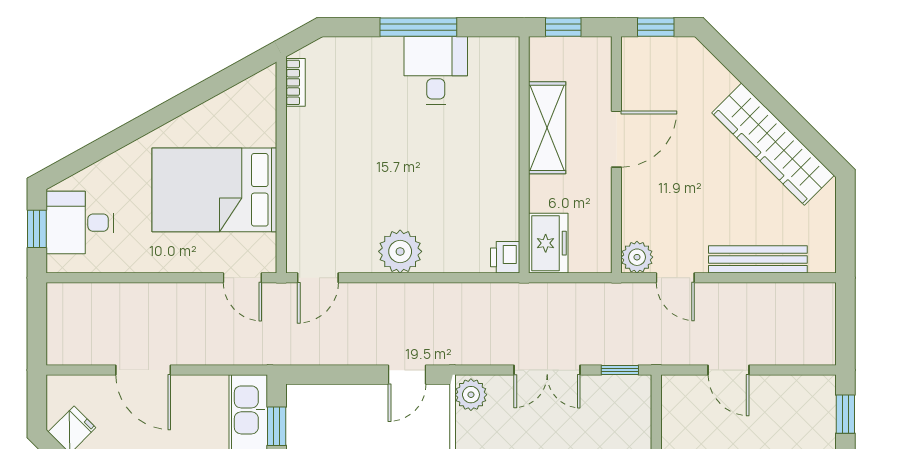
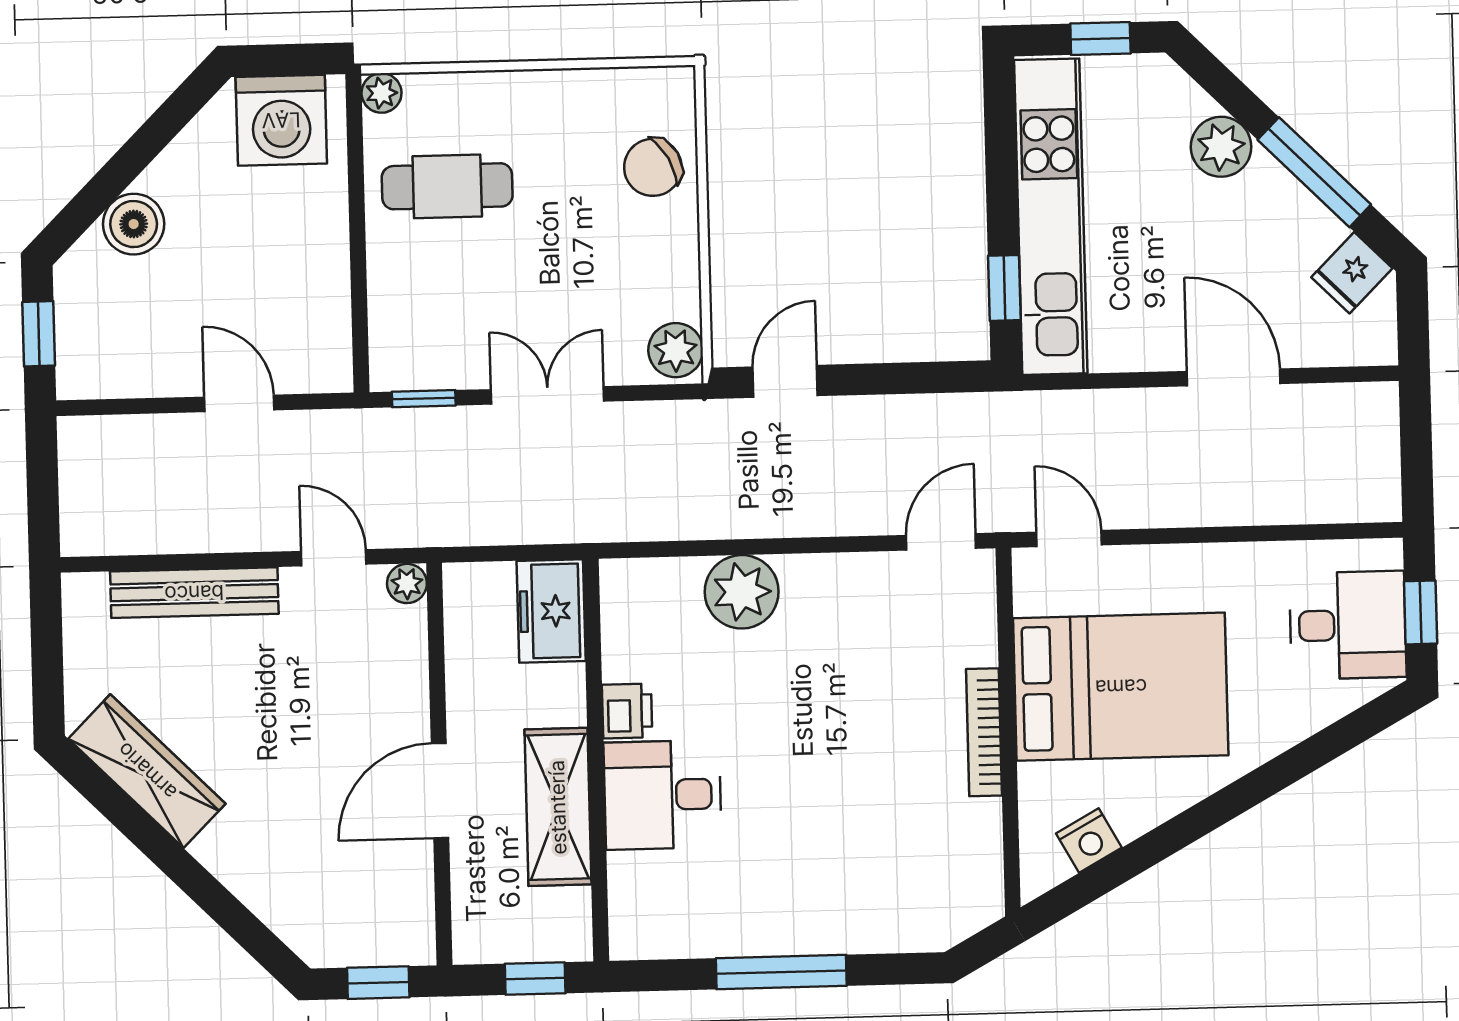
desk: (436, 70) -> (663, 795), moved, turned 90
bookcase: (295, 82) -> (984, 732), moved, width x1.56
nightstand: (235, 100) -> (1089, 841), added
wardrobe: (773, 144) -> (147, 771), width x0.71, depth x0.85
plant: (400, 251) -> (742, 592), moved
printer: (505, 257) -> (627, 711), moved
plant: (637, 257) -> (407, 583), width x0.73, depth x0.73

